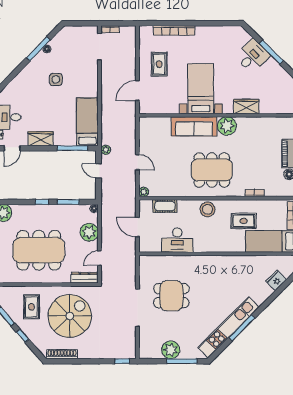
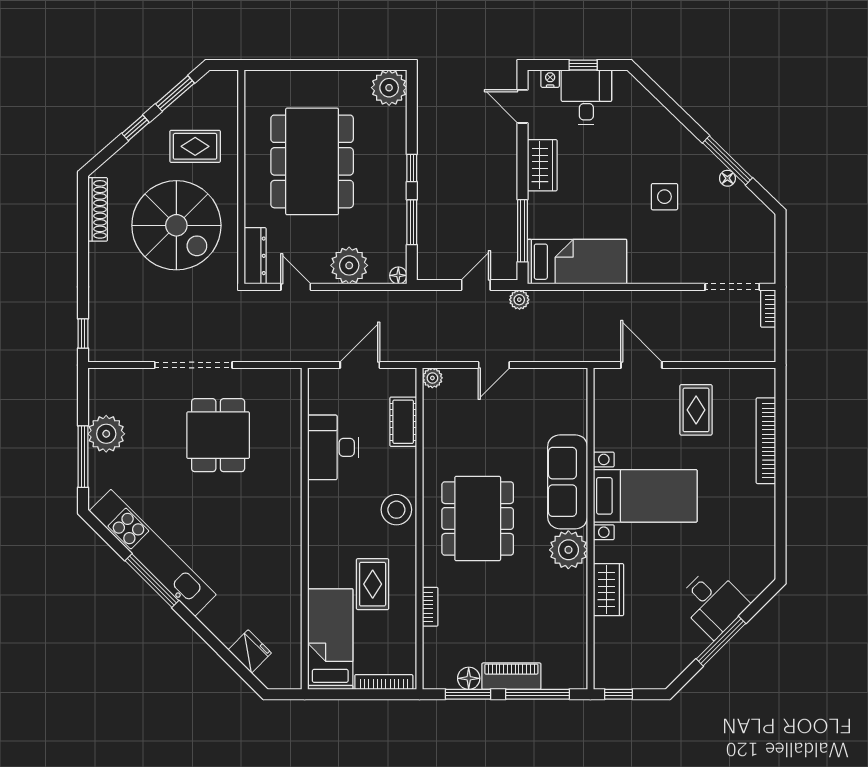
rug: (159, 64) -> (696, 410), turned 90

